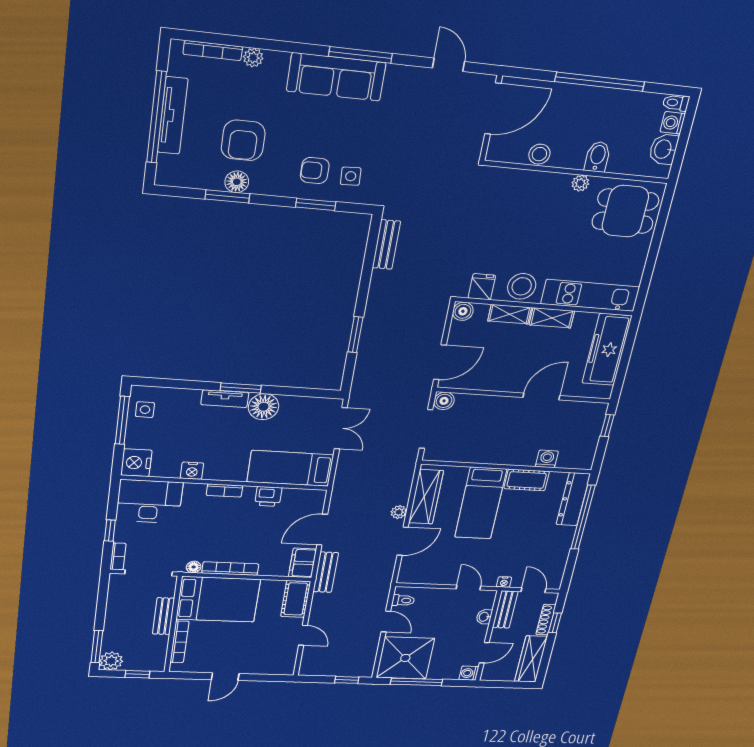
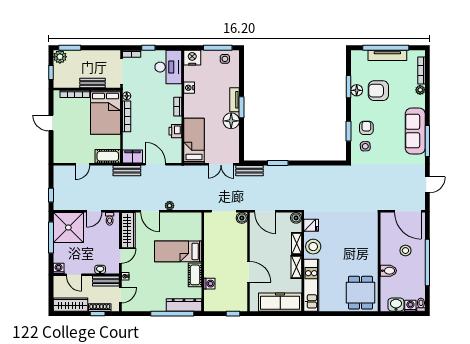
stool: (539, 154) -> (405, 251), moved
plant: (580, 183) -> (373, 265), removed
bench: (386, 245) -> (249, 171), moved
wardrobe: (426, 497) -> (128, 230), moved, turned -90

